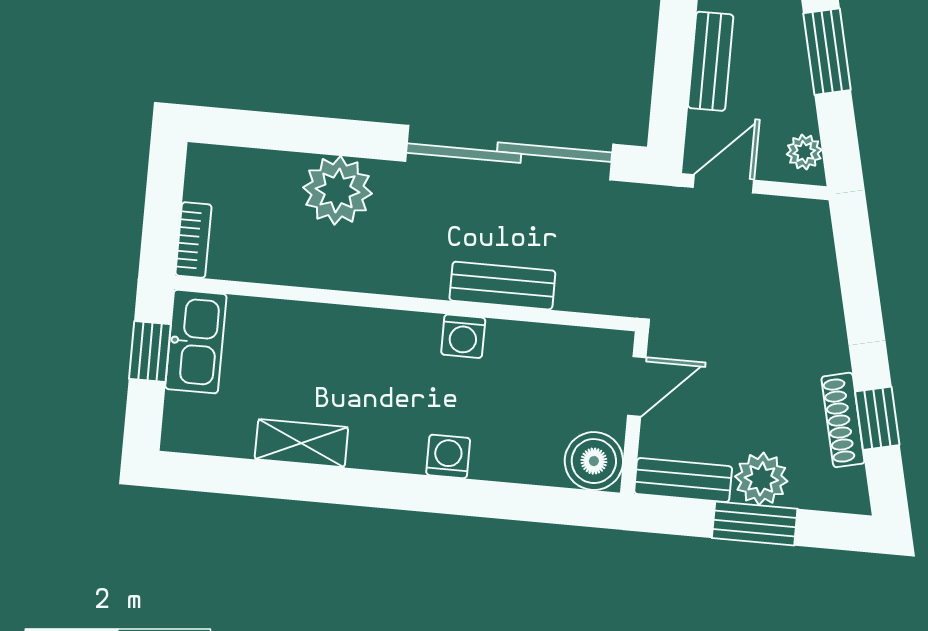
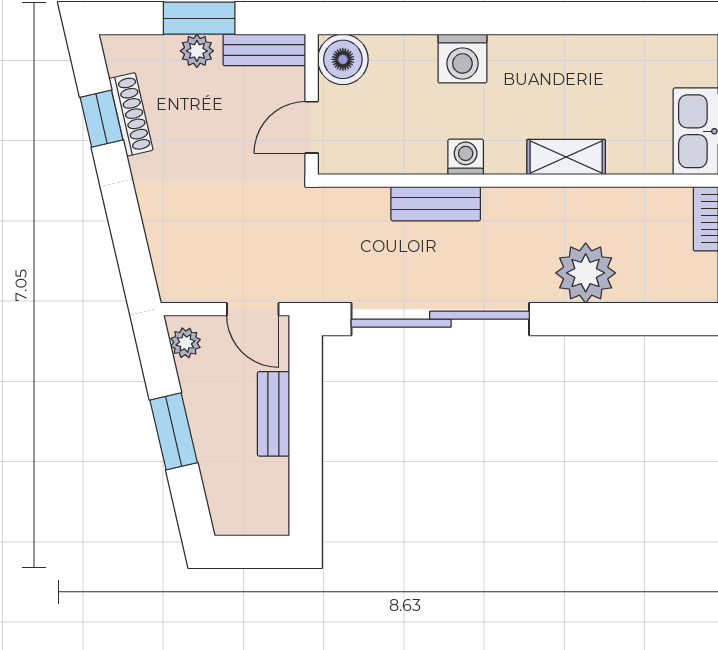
door: (723, 184) -> (253, 309), hinge flipped
shelving: (301, 443) -> (566, 157), moved
washing machine: (448, 456) -> (462, 59), width x1.38, depth x1.38
plant: (761, 479) -> (197, 51), width x0.73, depth x0.73

